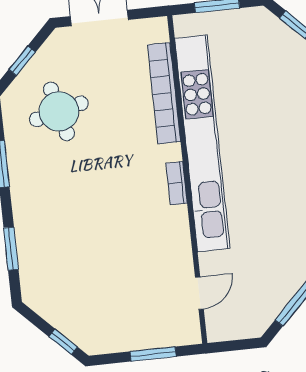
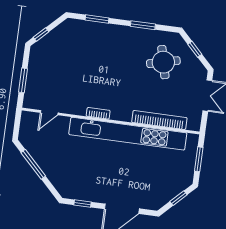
bookcase: (177, 183) -> (98, 113), moved
door: (199, 293) -> (49, 113), hinge flipped

